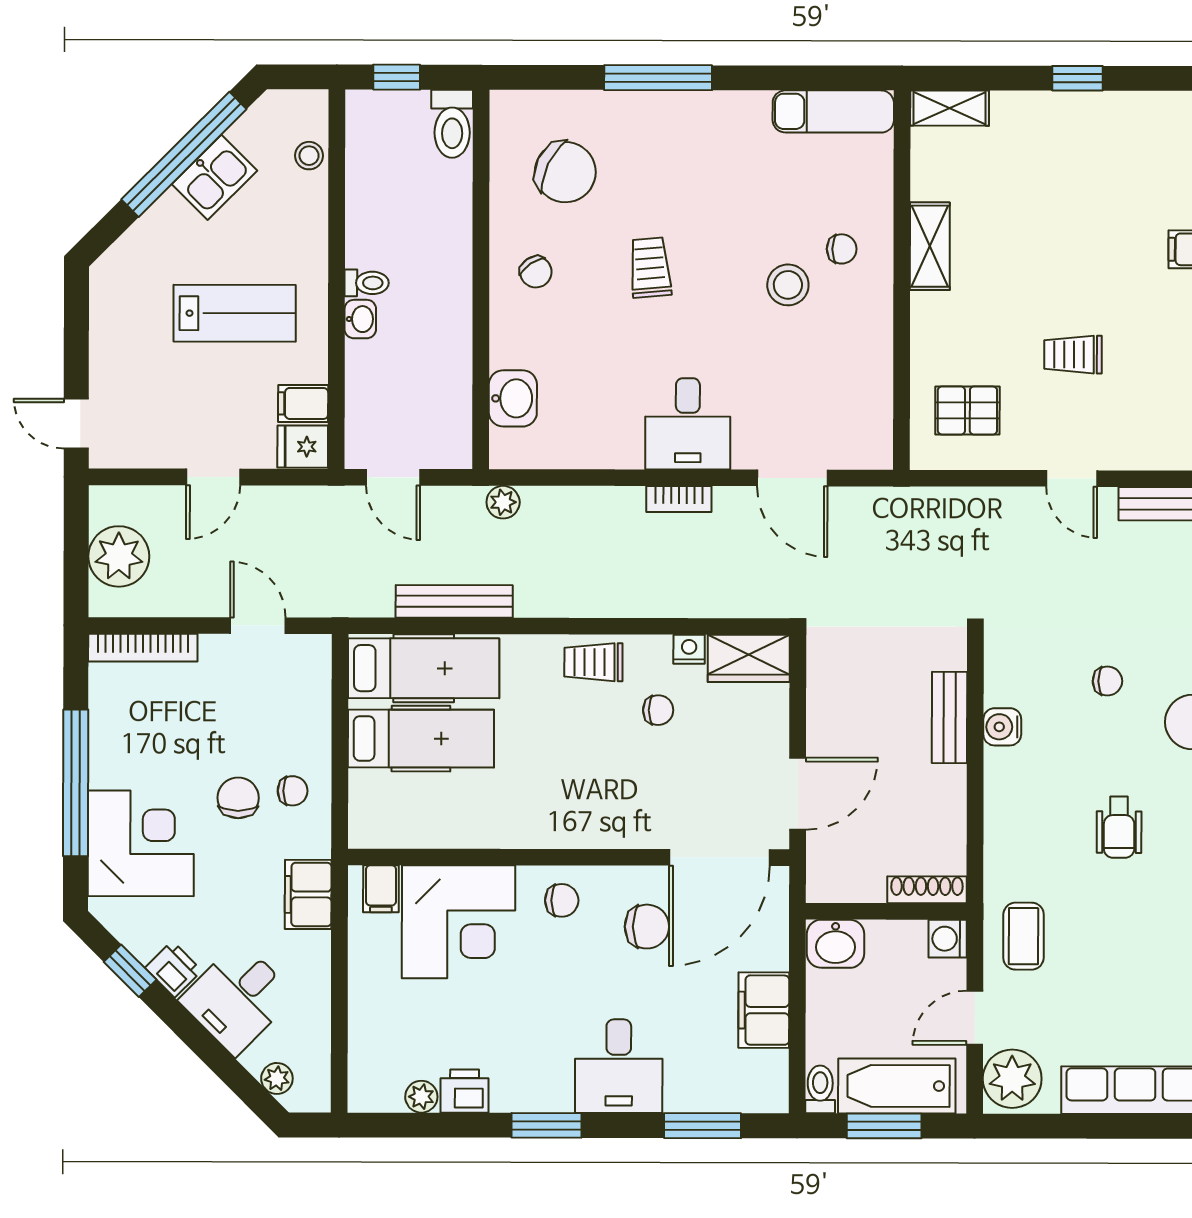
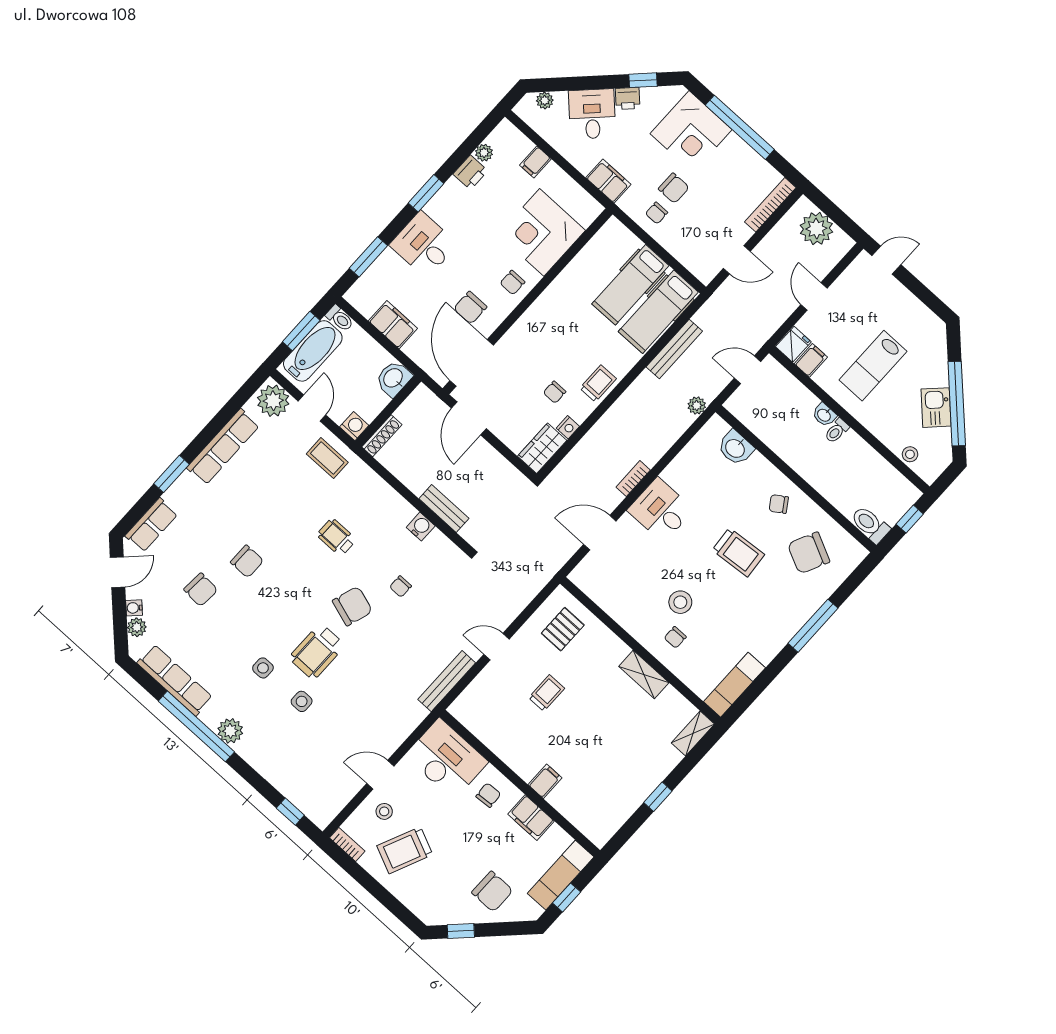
trolley: (650, 267) -> (738, 552), width x1.36, depth x1.39
filing cabinet: (381, 889) -> (535, 162), moved, turned -90

